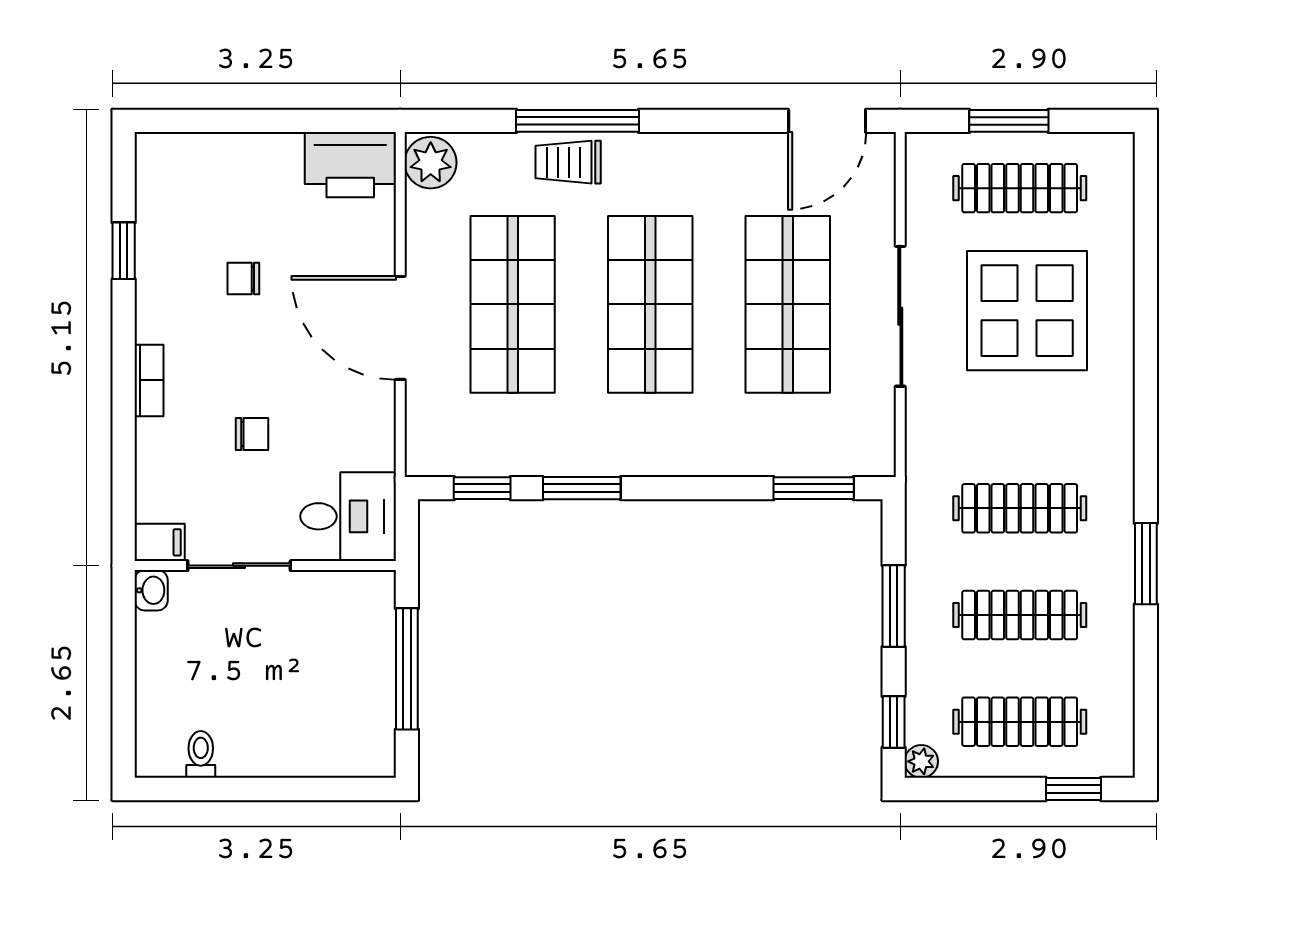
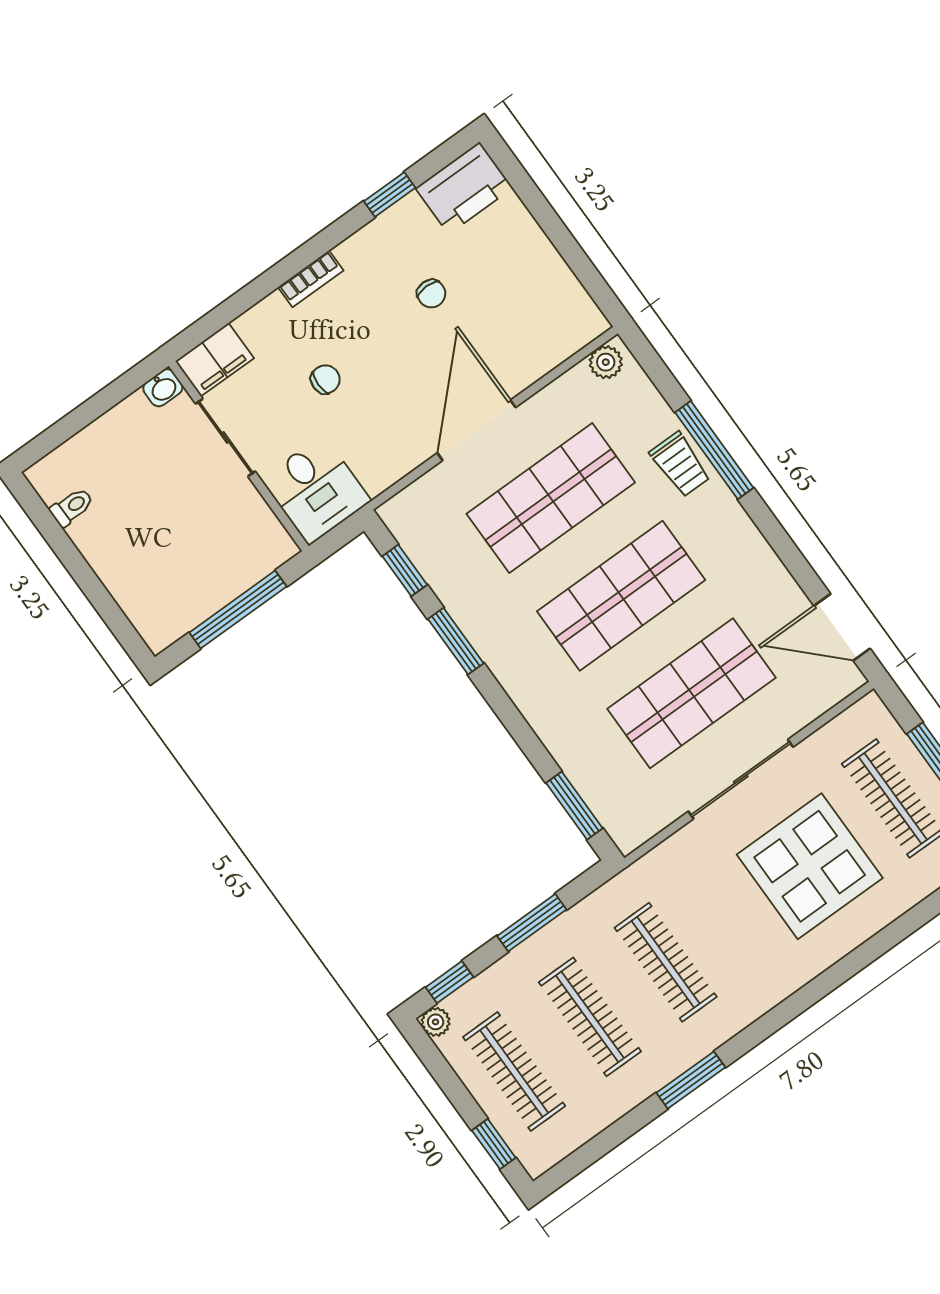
trolley: (568, 162) -> (680, 465), turned 180
plant: (431, 163) -> (606, 362), width x0.73, depth x0.73
printer: (350, 165) -> (464, 188), moved, turned -90
chair: (243, 278) -> (431, 294), turned 180
chair: (252, 434) -> (325, 379), turned -90
filing cabinet: (160, 542) -> (215, 360), width x2.00

